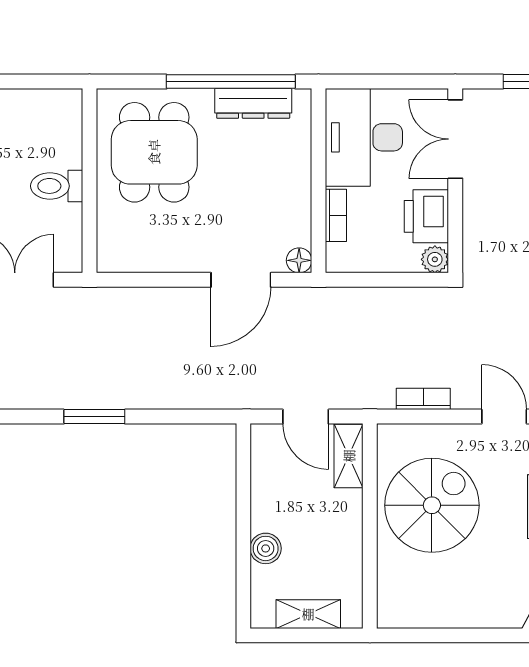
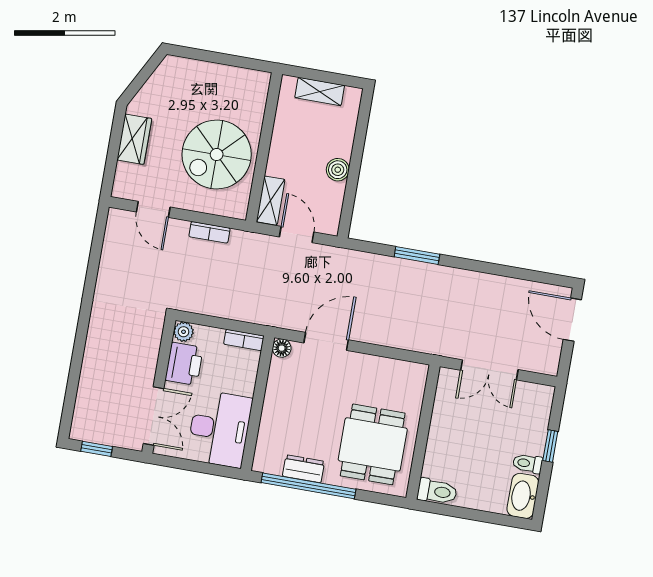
dresser: (253, 103) -> (303, 469), width x0.70
toilet: (57, 186) -> (437, 491), moved
bookcase: (336, 215) -> (244, 340), moved, turned -90
window: (94, 417) -> (417, 255), moved
boiler: (266, 548) -> (338, 170), moved

